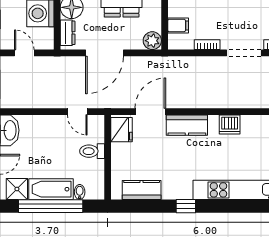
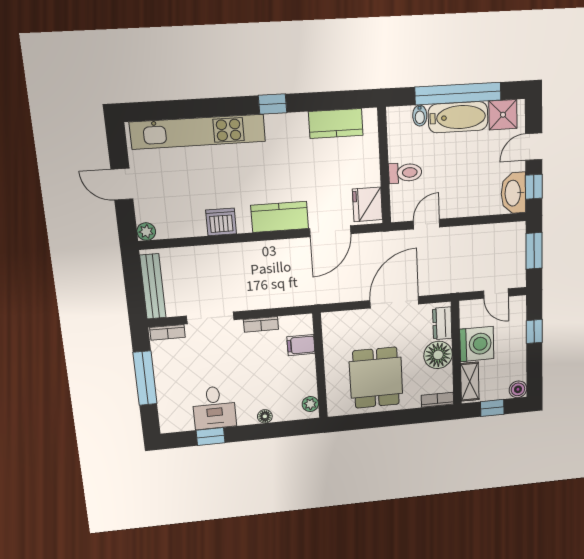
plant: (152, 41) -> (333, 323), removed
door: (77, 112) -> (427, 224), hinge flipped

